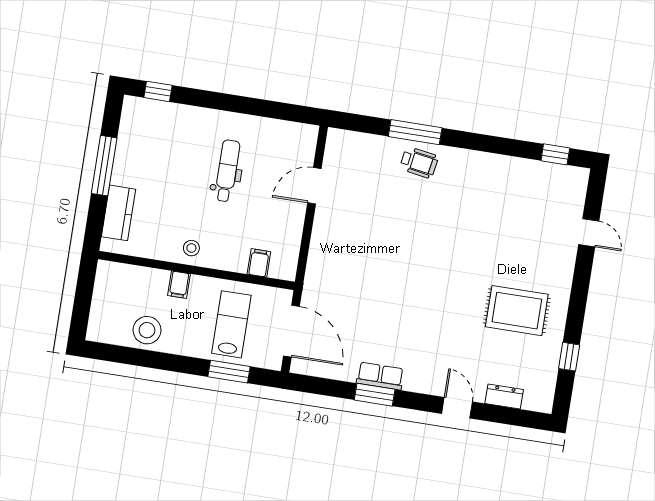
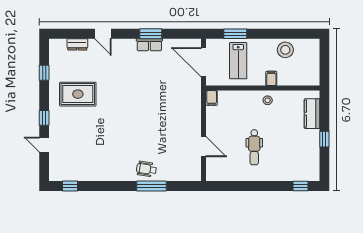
window: (104, 166) -> (324, 139), width x0.46
door: (314, 186) -> (204, 147), hinge flipped
filing cabinet: (259, 263) -> (212, 98), moved
window: (581, 279) -> (44, 118), added

